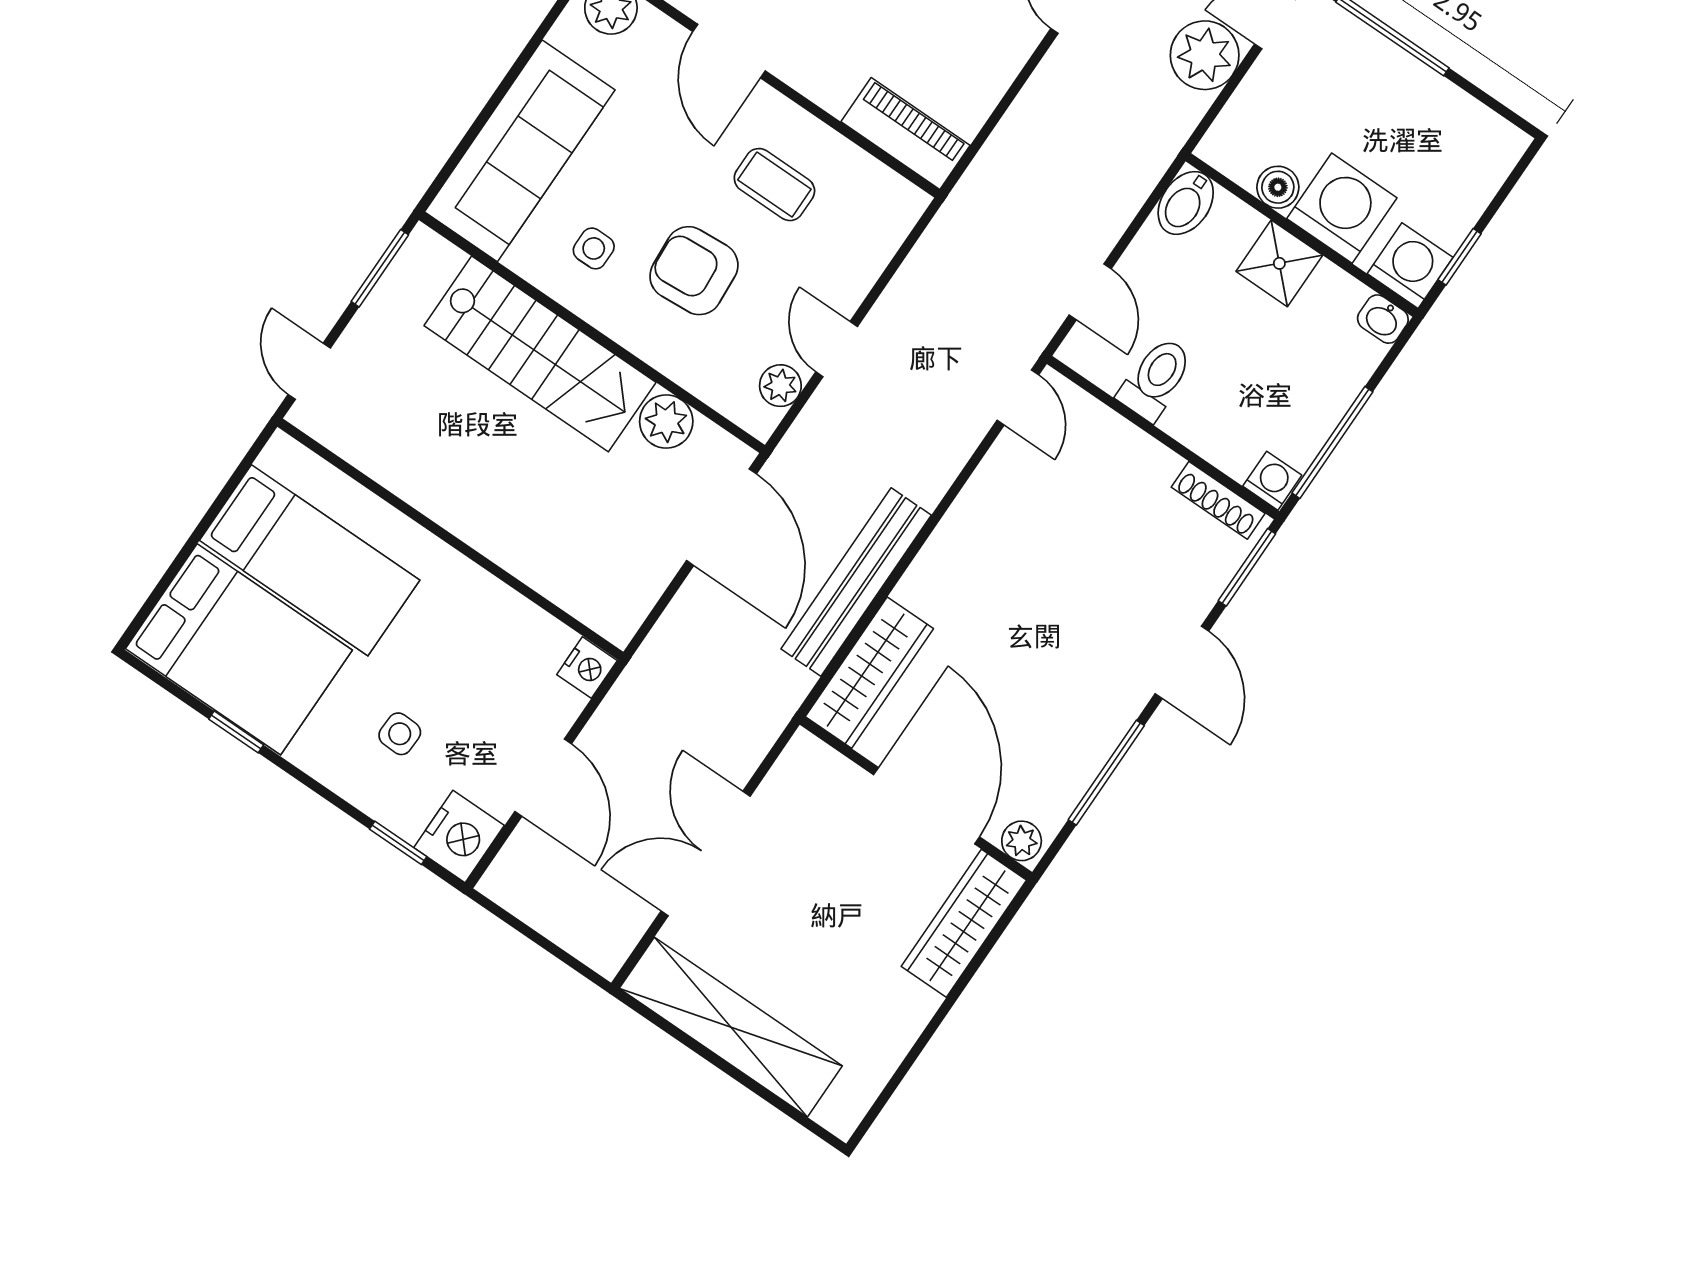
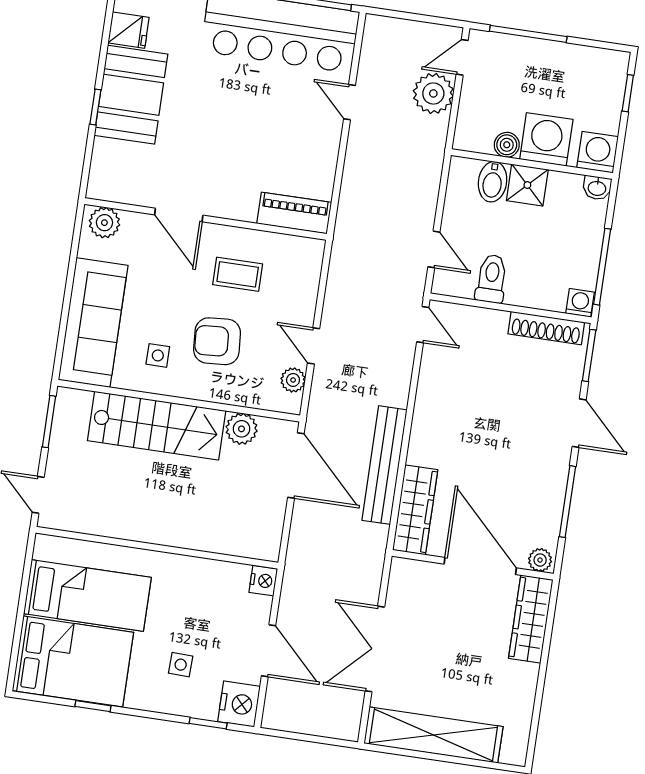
bidet: (1186, 203) -> (493, 182), moved
window: (1460, 257) -> (628, 93), moved
shoe rack: (1218, 500) -> (546, 328), width x1.36, depth x1.24

